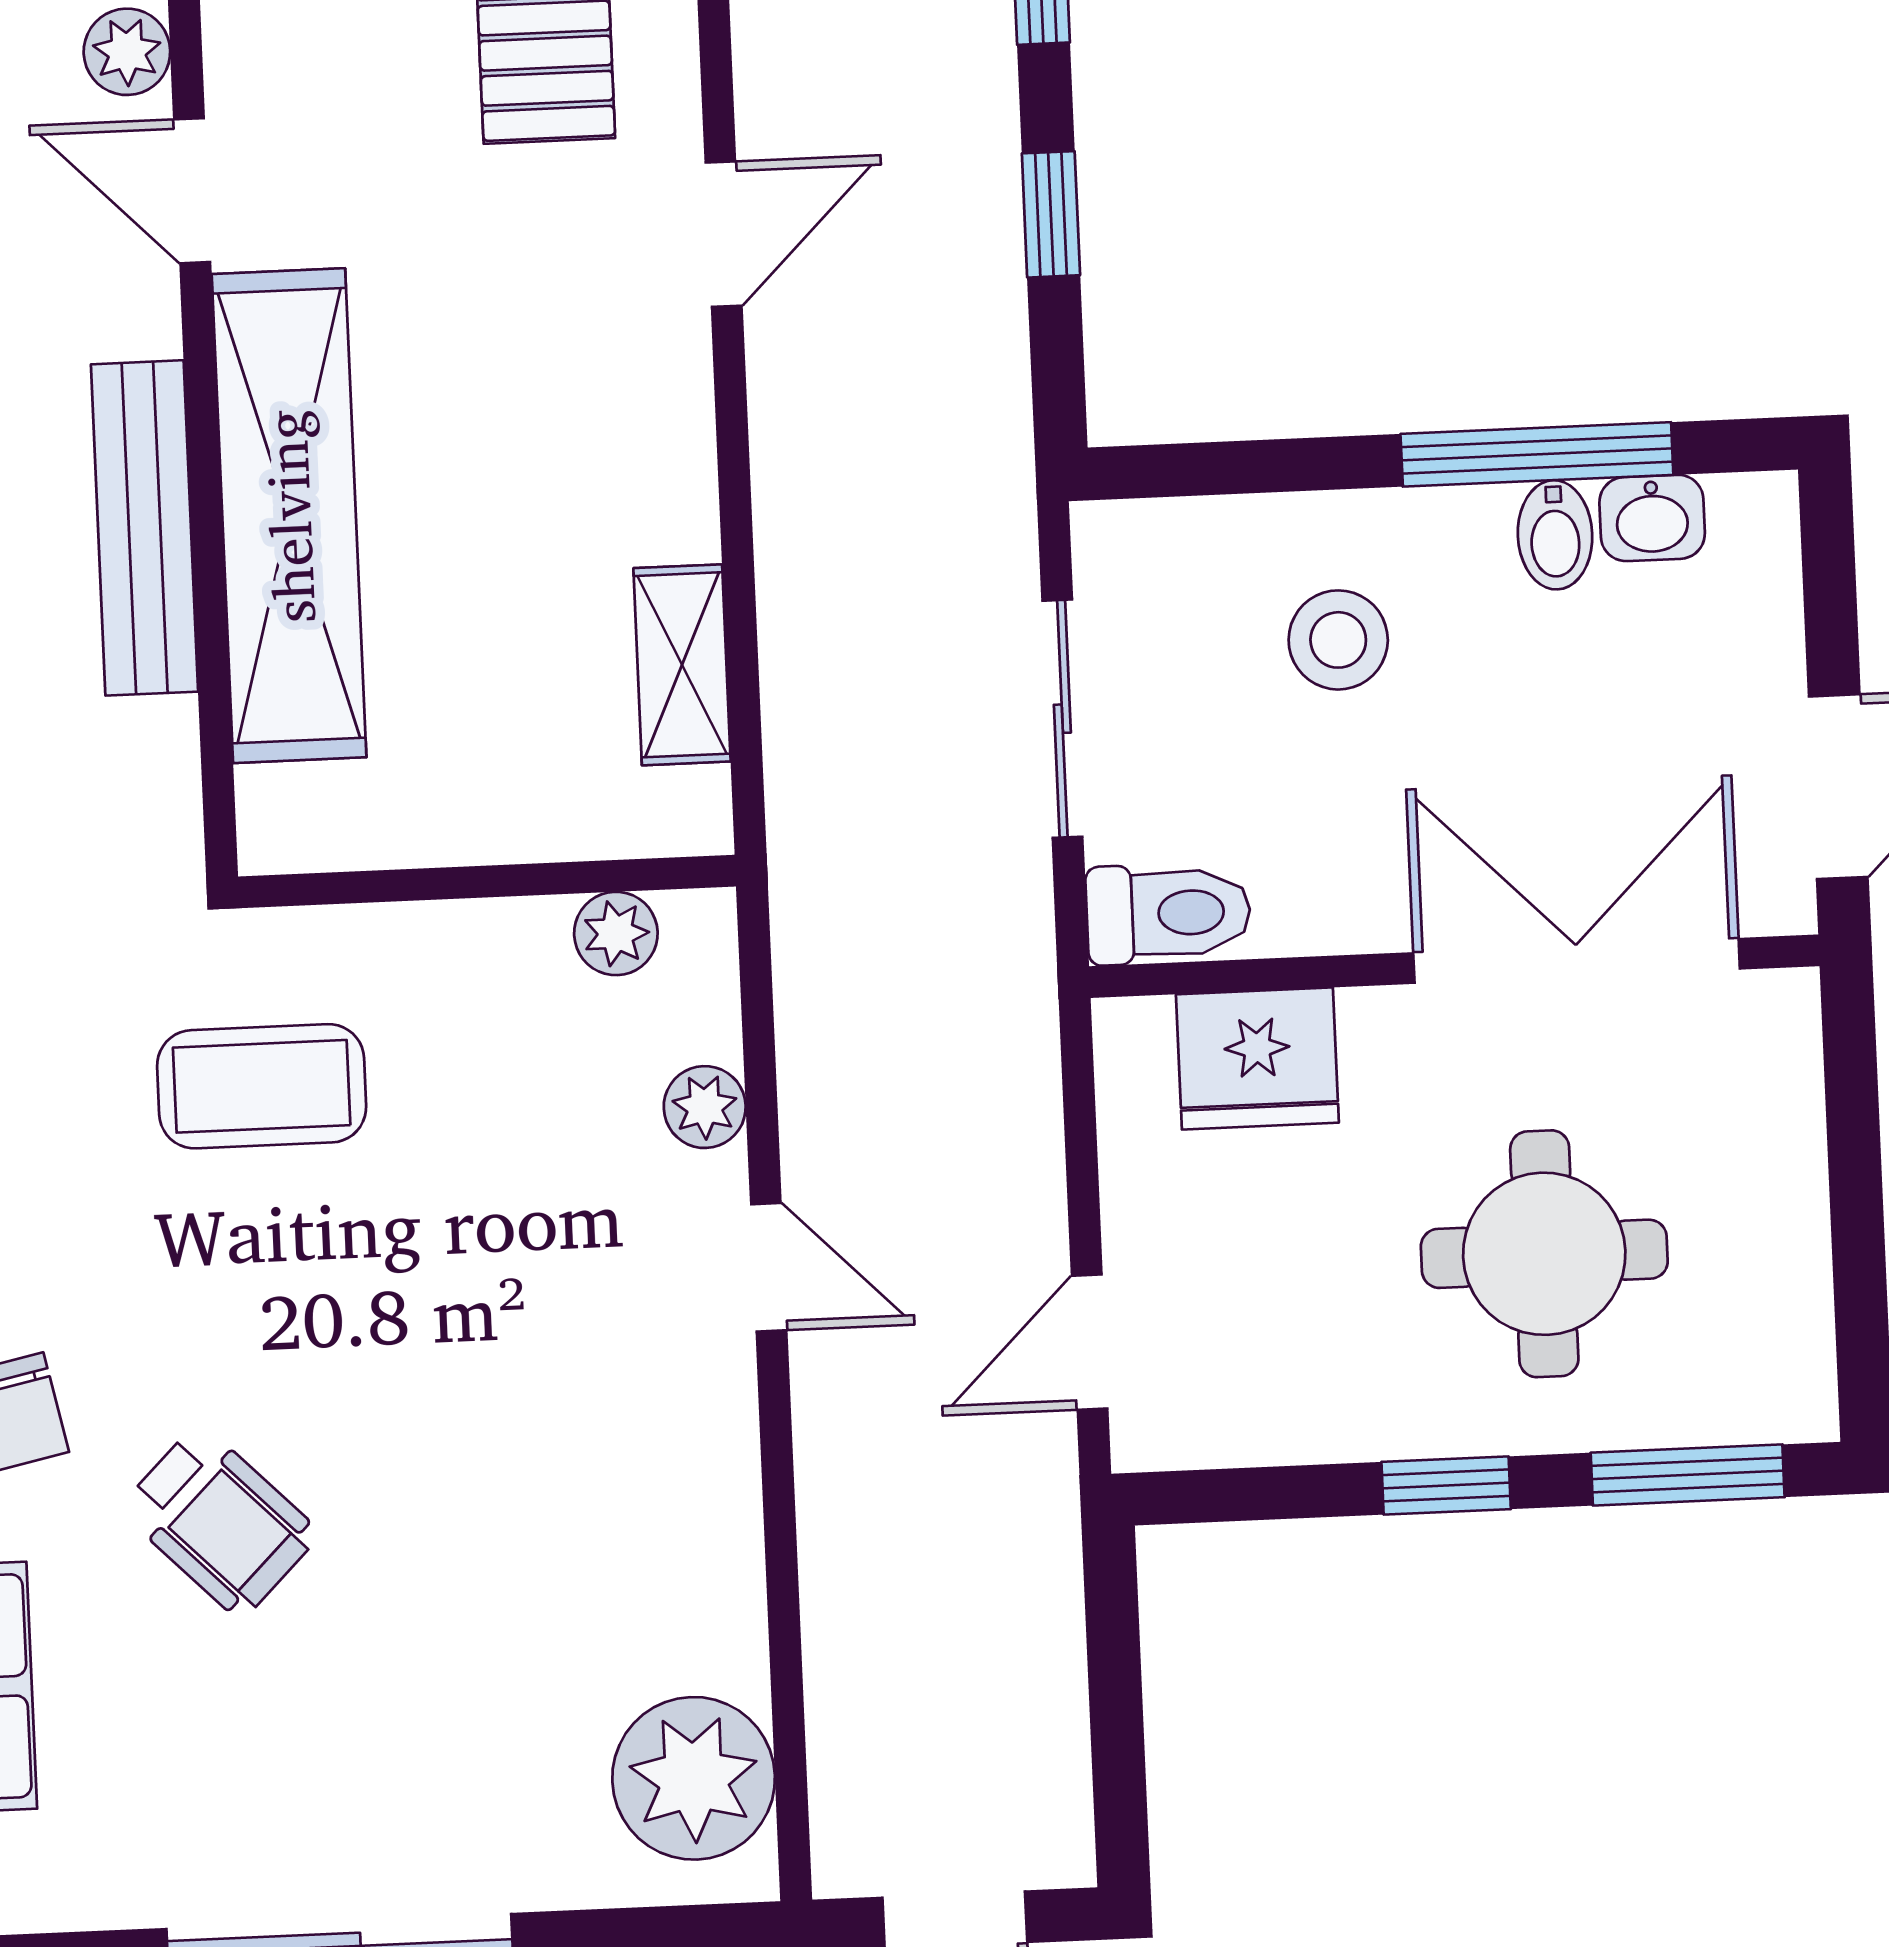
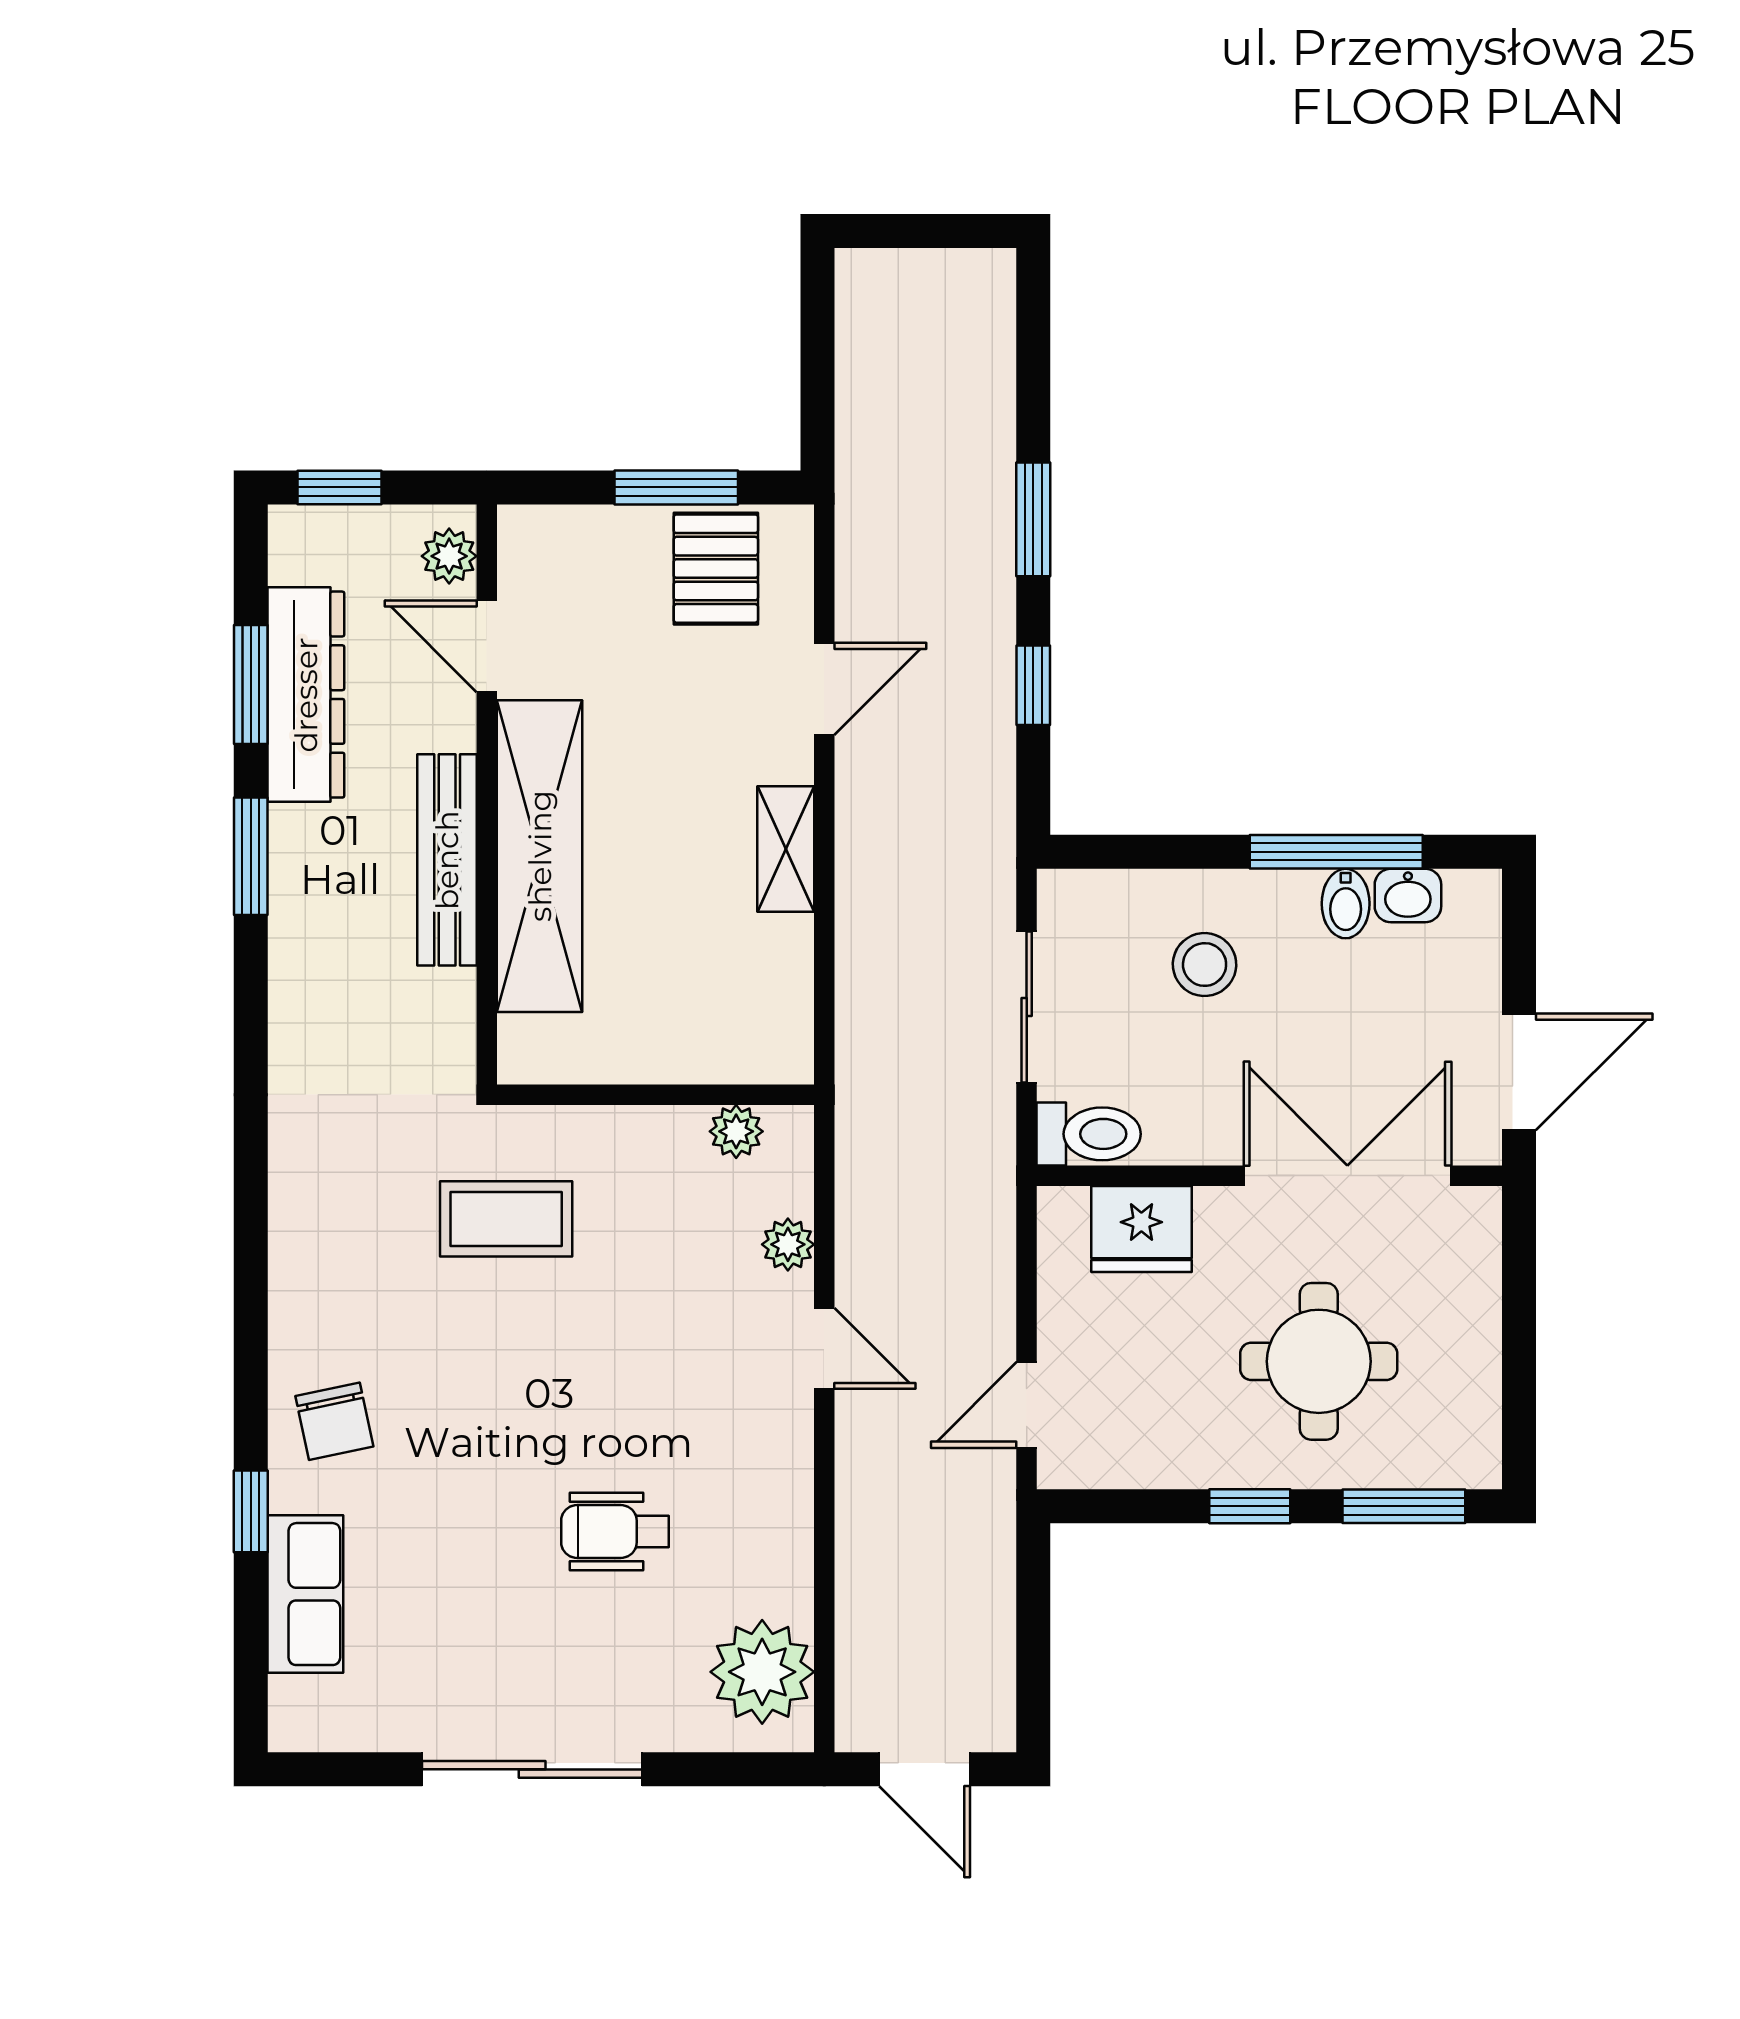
shelving: (682, 665) -> (786, 849), moved
wheelchair: (220, 1521) -> (615, 1531), moved, turned 135

